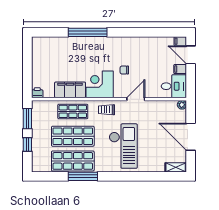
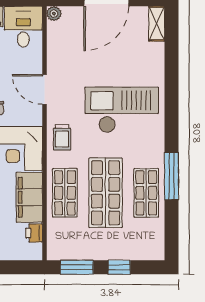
printer: (37, 93) -> (34, 233), moved
shop shelf: (73, 161) -> (146, 193), width x0.70, depth x0.74

